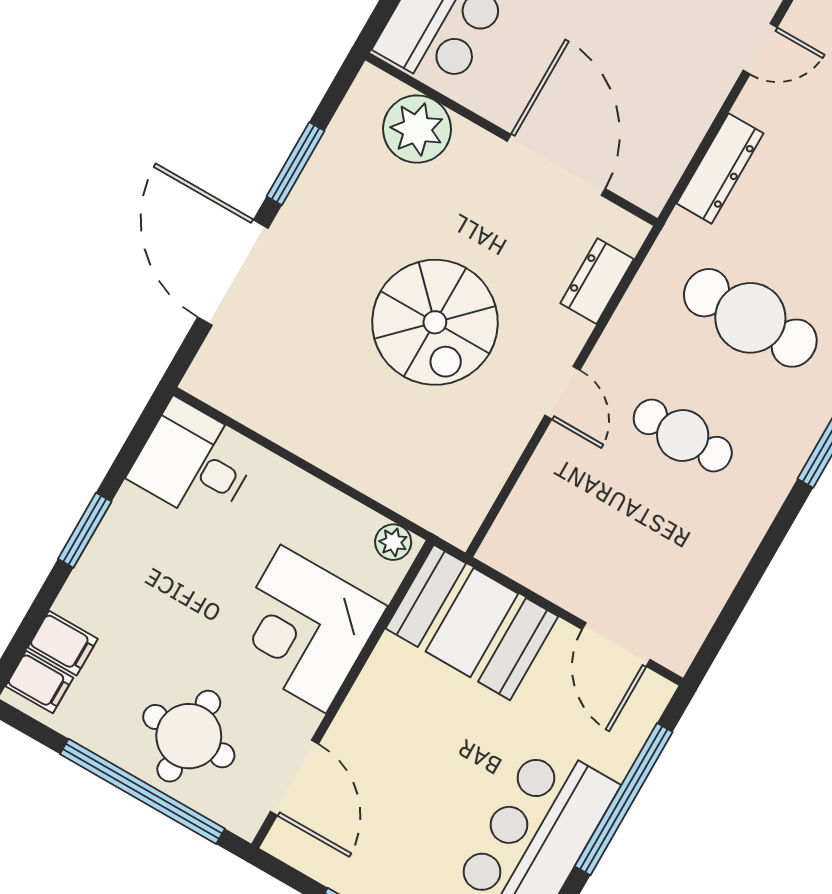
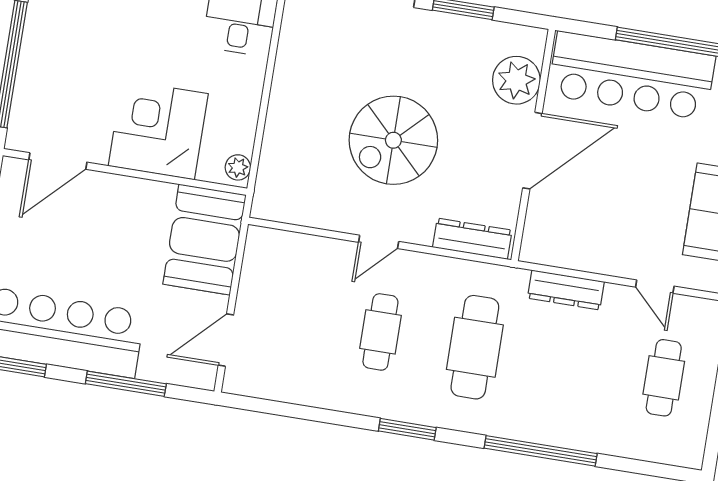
door: (556, 165) -> (532, 151), moved
dresser: (597, 281) -> (472, 239), width x1.44
round table: (189, 736) -> (59, 81), removed
window: (624, 799) -> (126, 384), width x0.68

